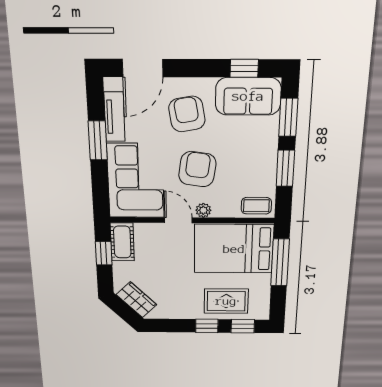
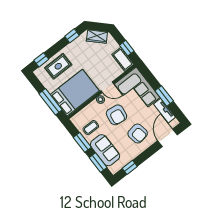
sofa: (248, 96) -> (105, 150), moved, turned 90
coffee table: (256, 206) -> (91, 128), moved
window: (207, 326) -> (72, 36), moved

